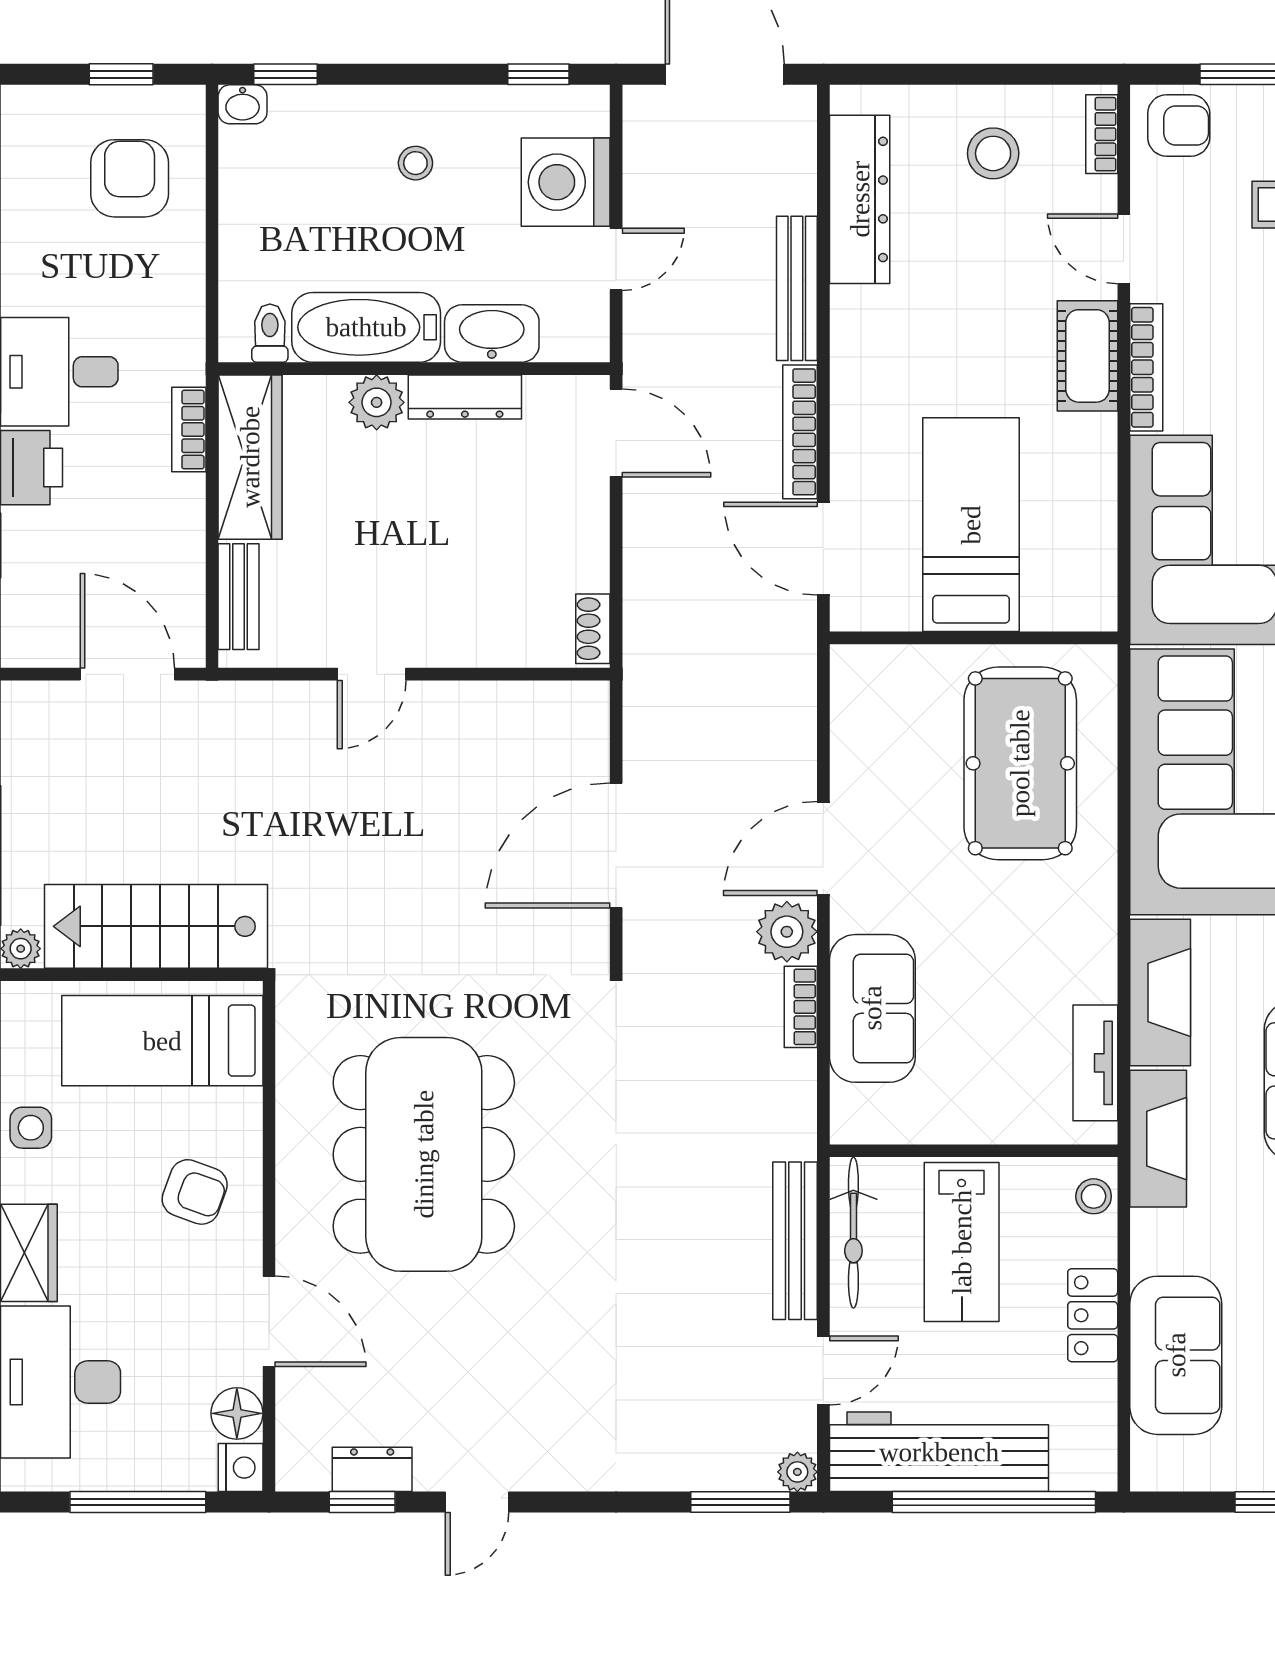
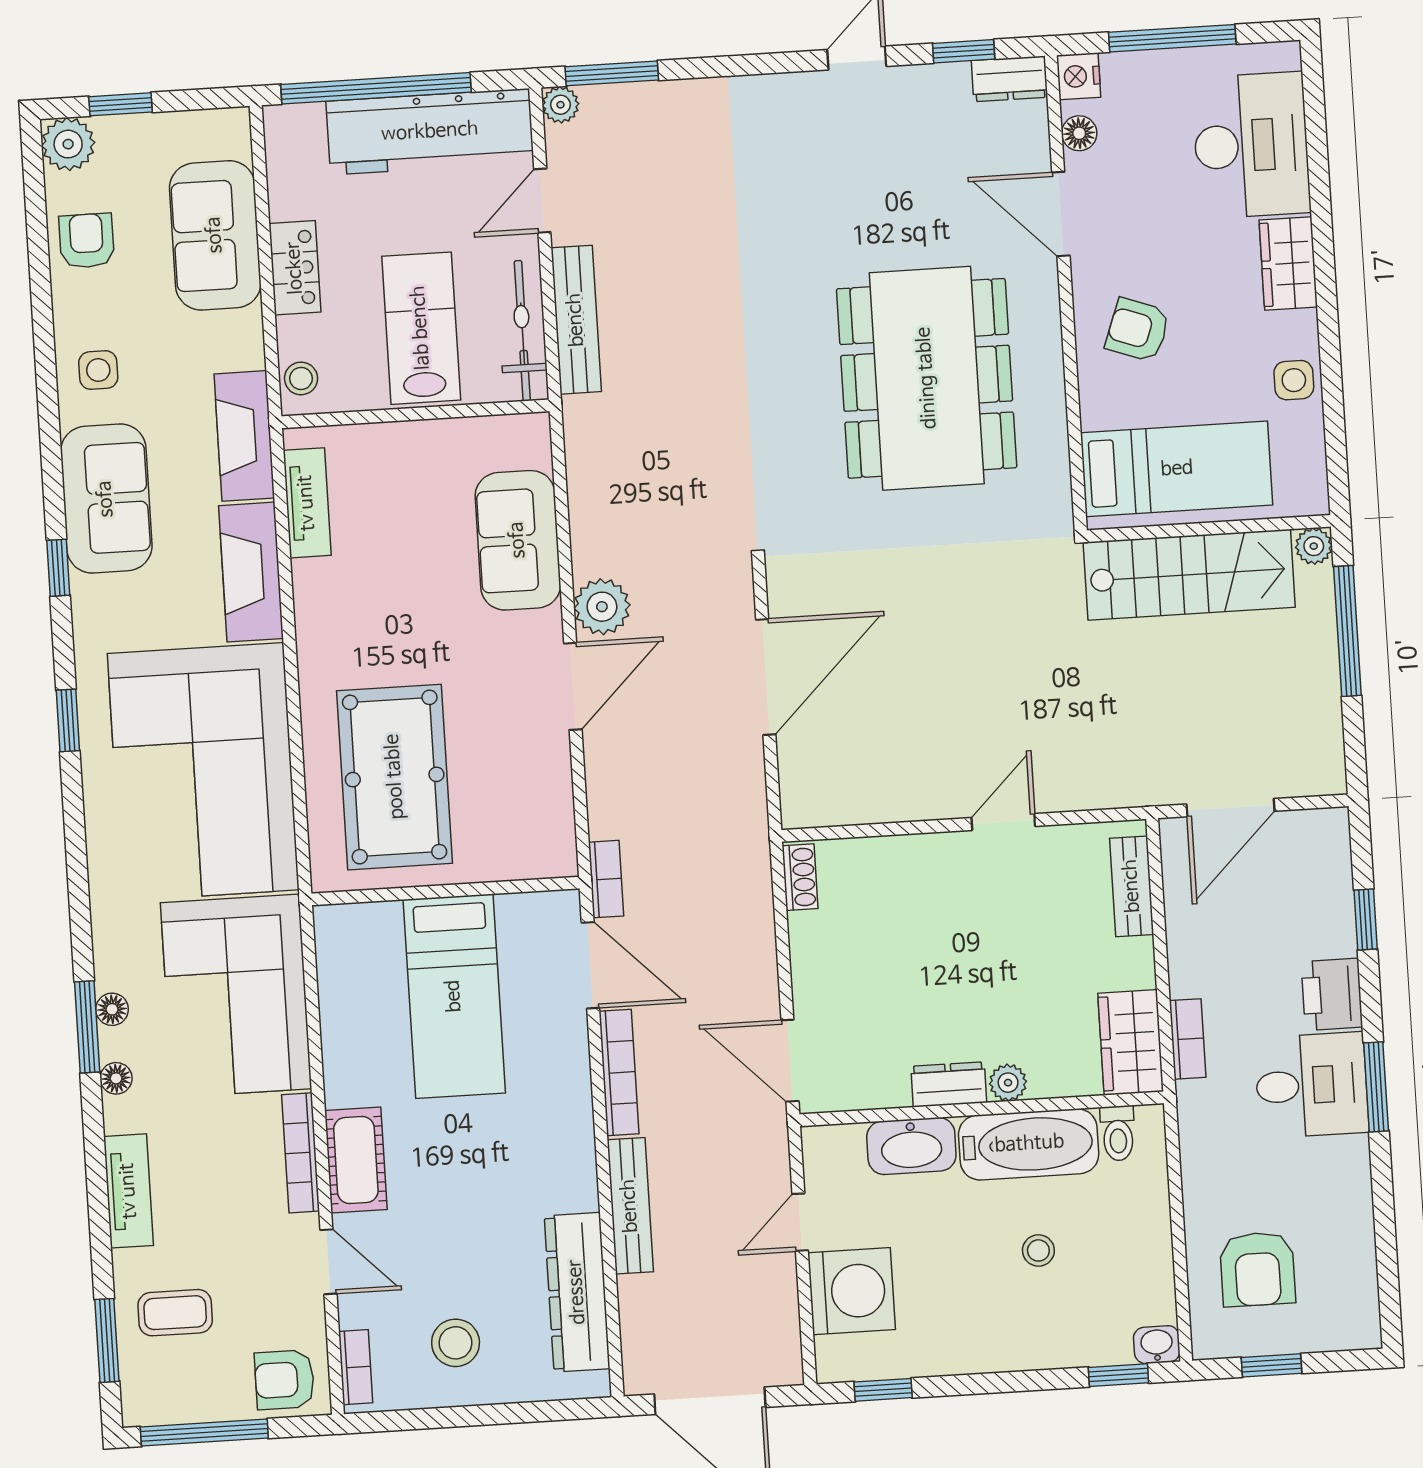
stool: (415, 163) -> (1038, 1250), moved
dresser: (465, 397) -> (949, 1084), width x0.70
plant: (377, 402) -> (1008, 1083), width x0.73, depth x0.73
wardrobe: (250, 457) -> (1131, 1042), width x0.67
door: (127, 674) -> (1230, 808), hinge flipped
bookcase: (801, 1007) -> (606, 879), moved
floor lamp: (237, 1413) -> (1079, 133), width x0.73, depth x0.73
dresser: (372, 1469) -> (1010, 79), moved

